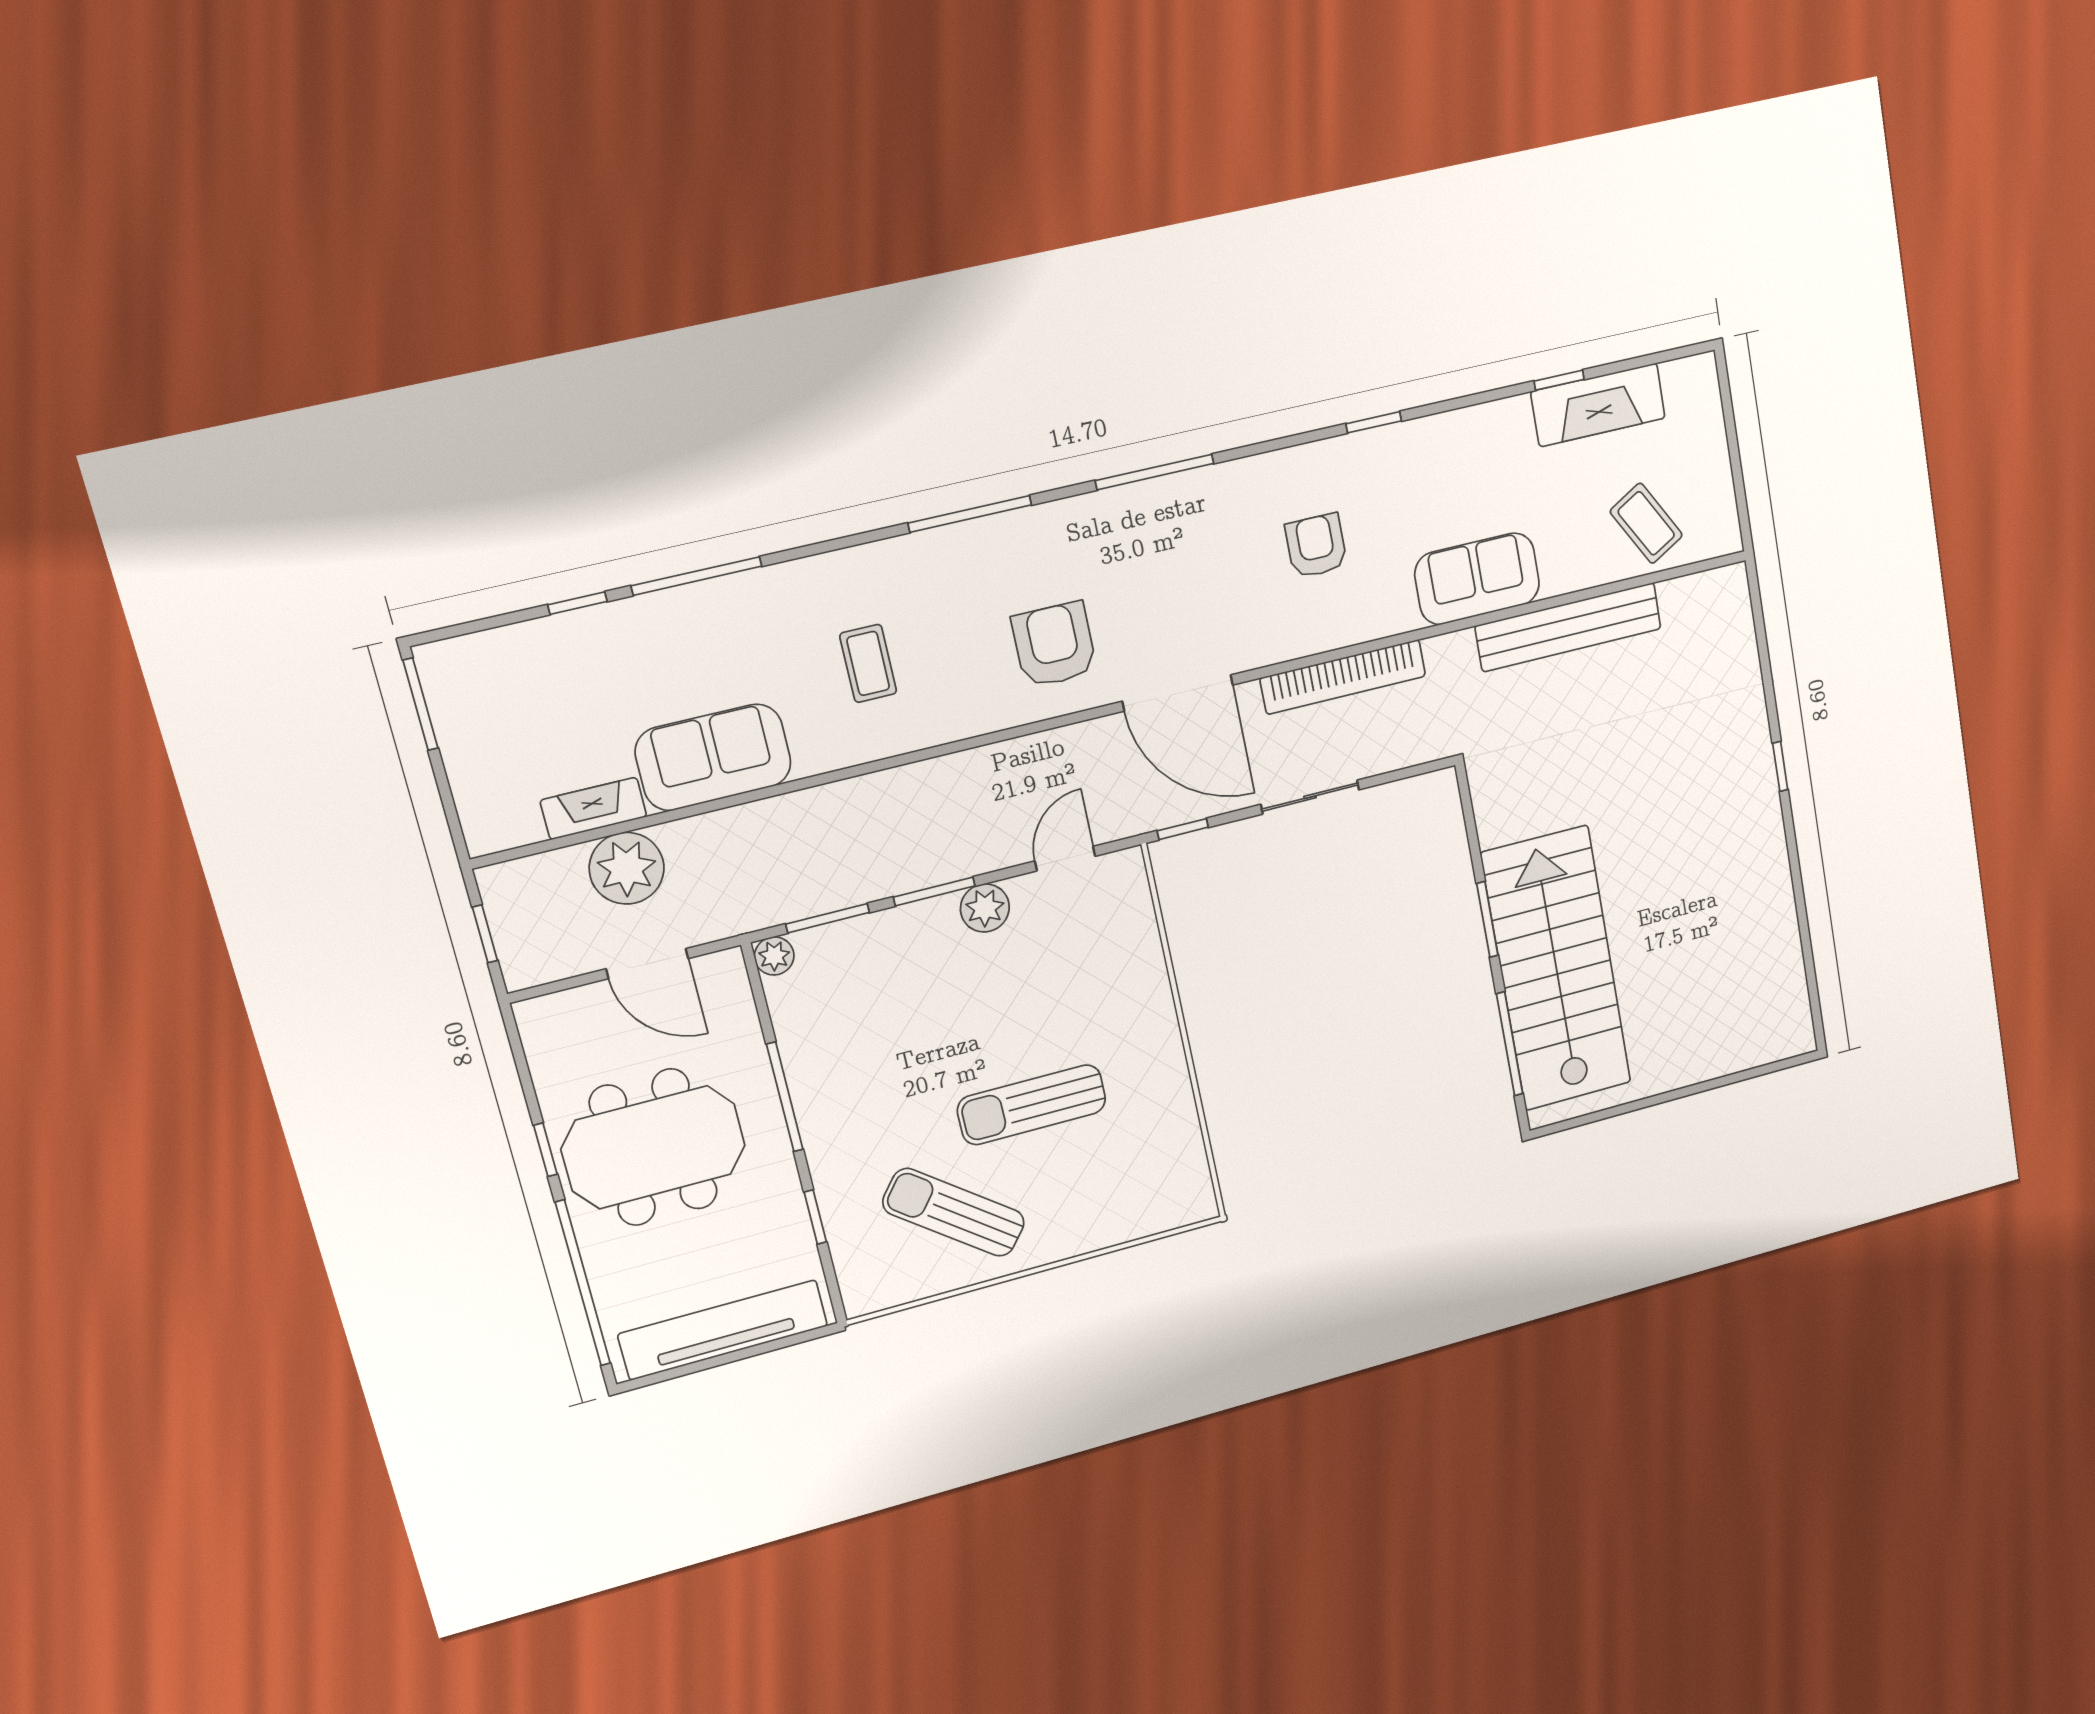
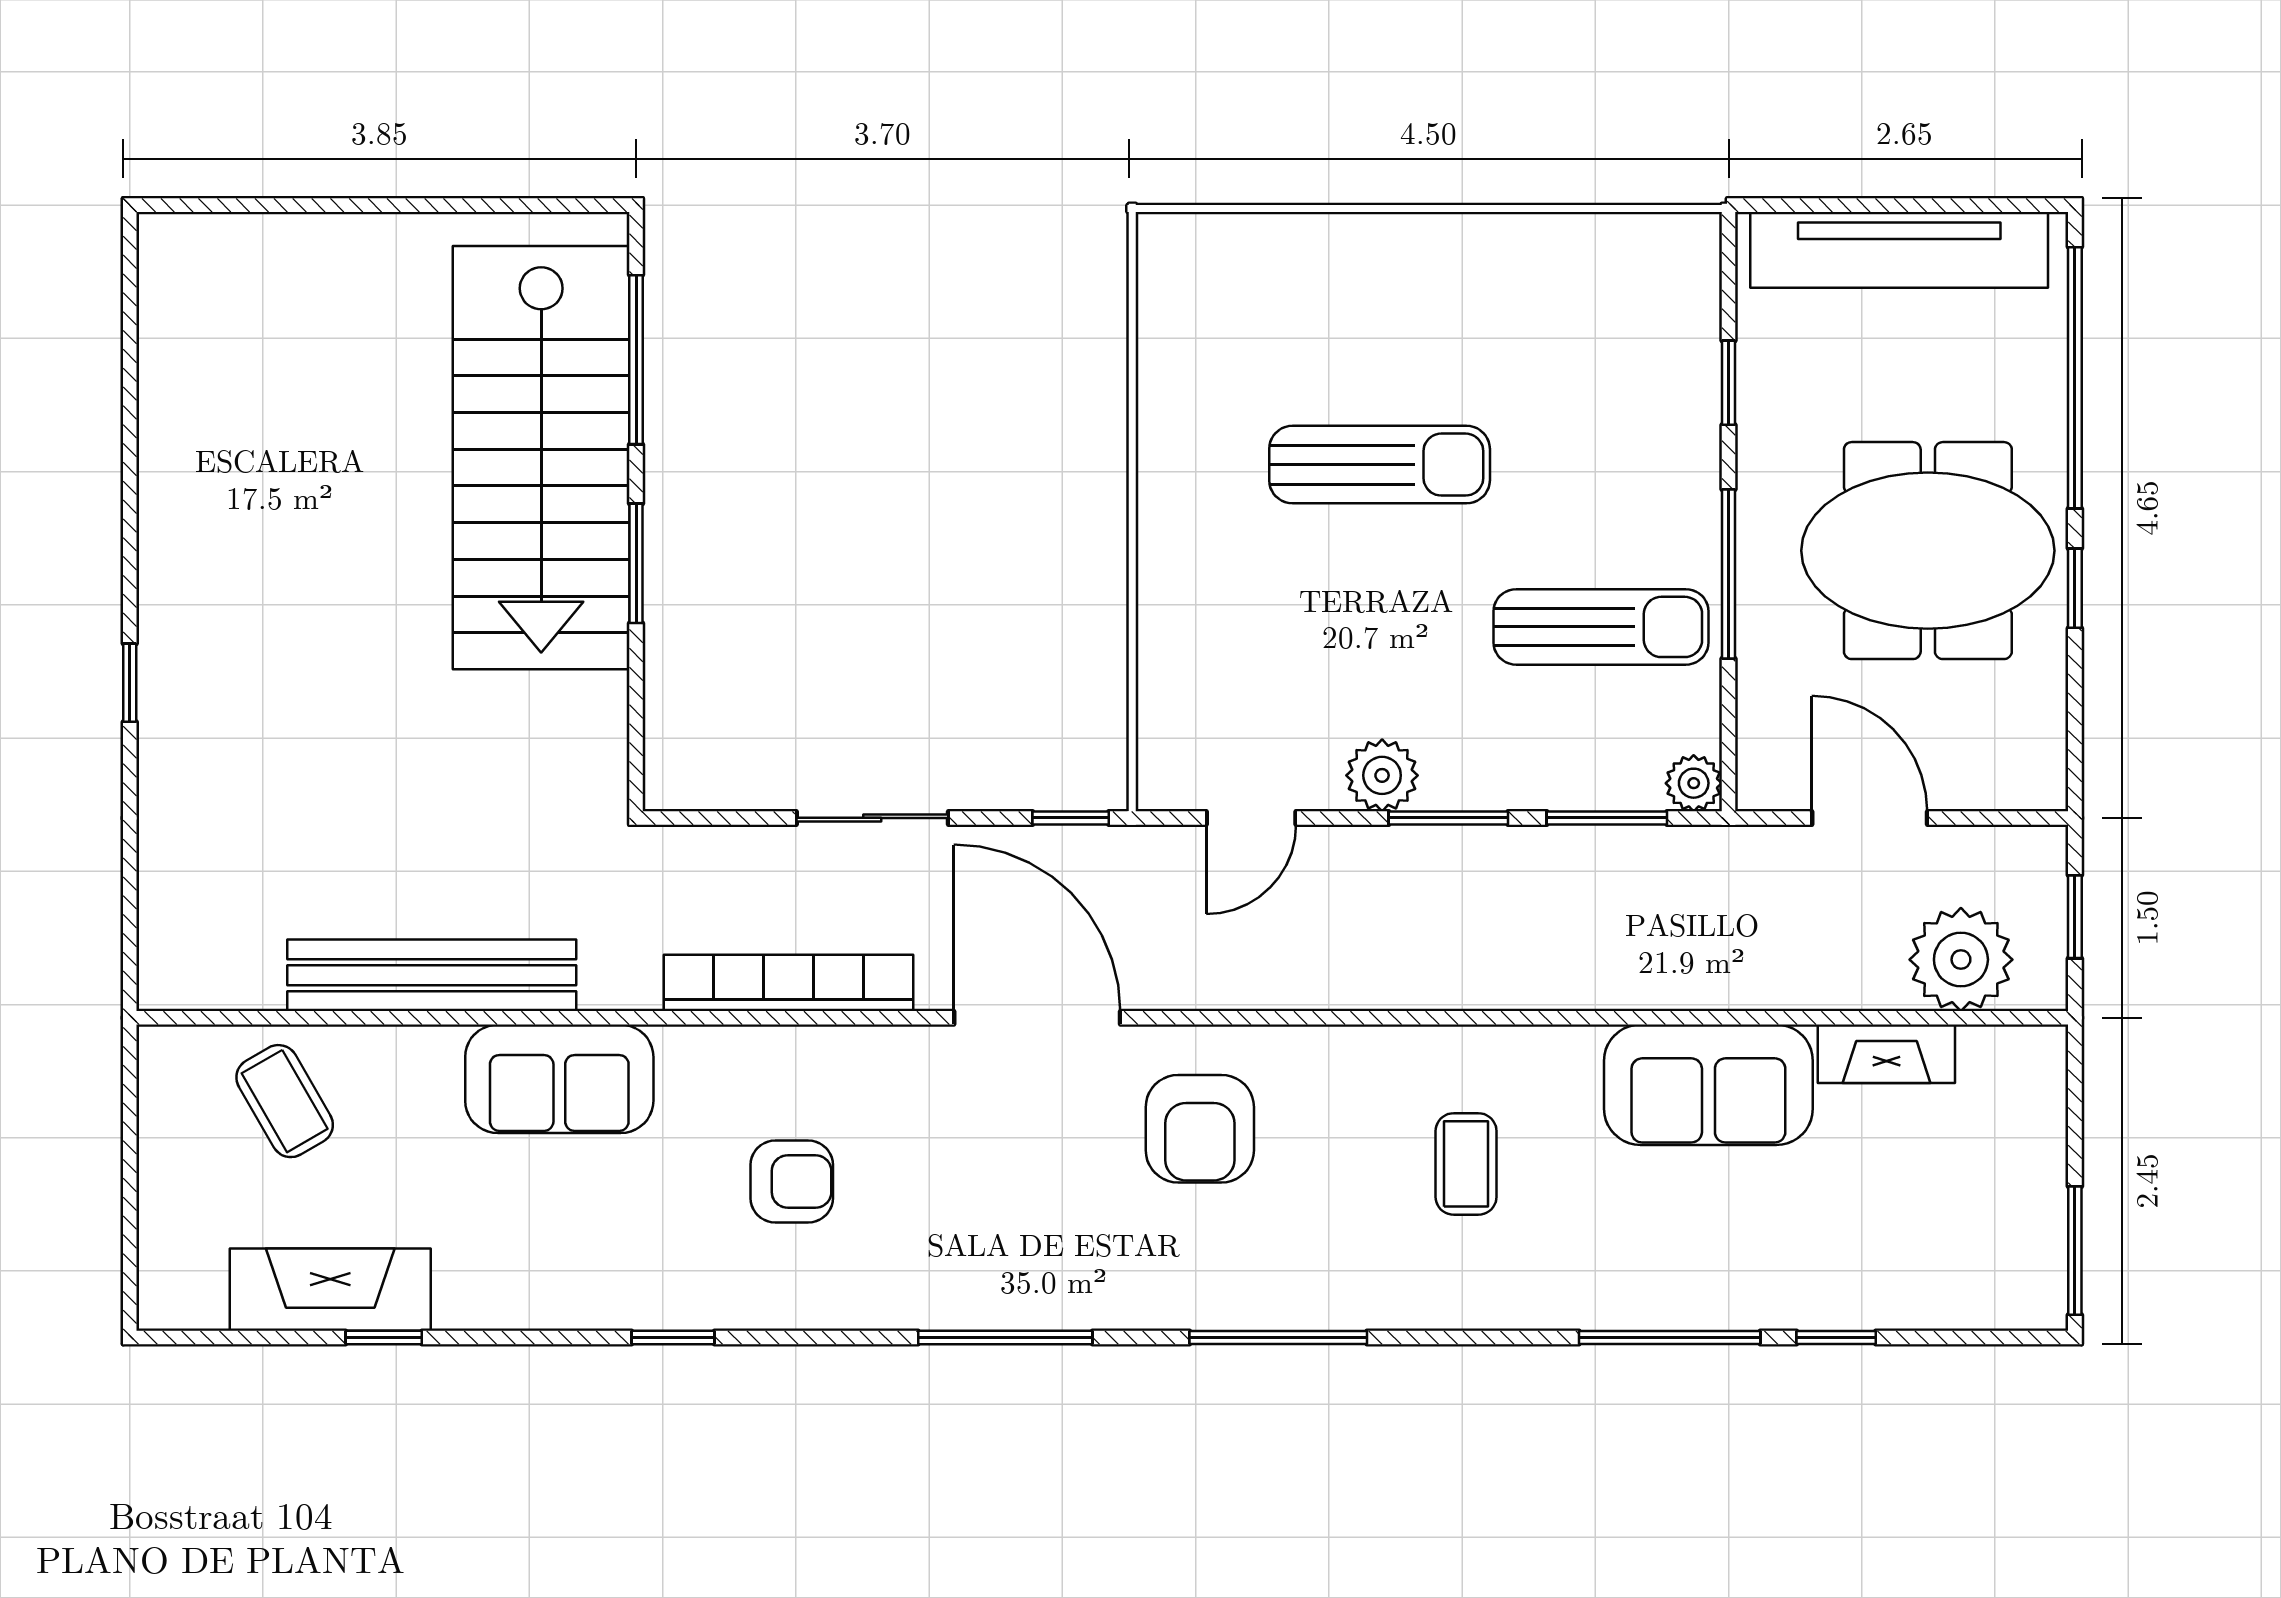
armchair: (1316, 546) -> (792, 1181), turned -90
plant: (627, 868) -> (1961, 960), moved
sun lounger: (954, 1212) -> (1601, 627), moved, turned -38

